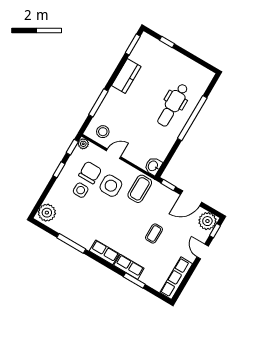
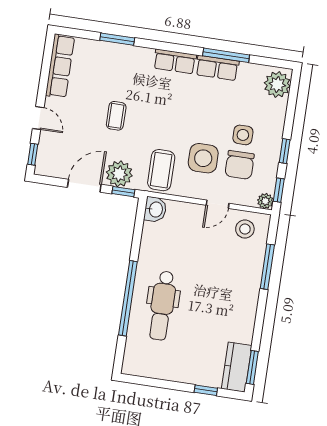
kitchen counter: (126, 76) -> (237, 367), moved
dental chair: (173, 105) -> (162, 306), turned 180
plant: (207, 221) -> (119, 174), moved
row of seats: (129, 267) -> (217, 68), moved

